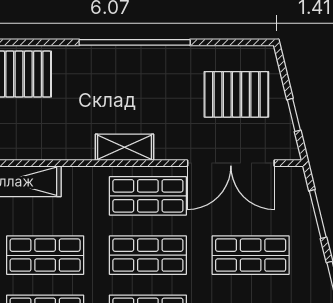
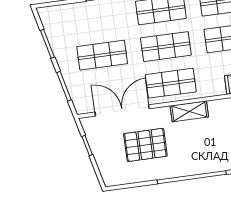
pallet: (236, 94) -> (145, 145), moved

